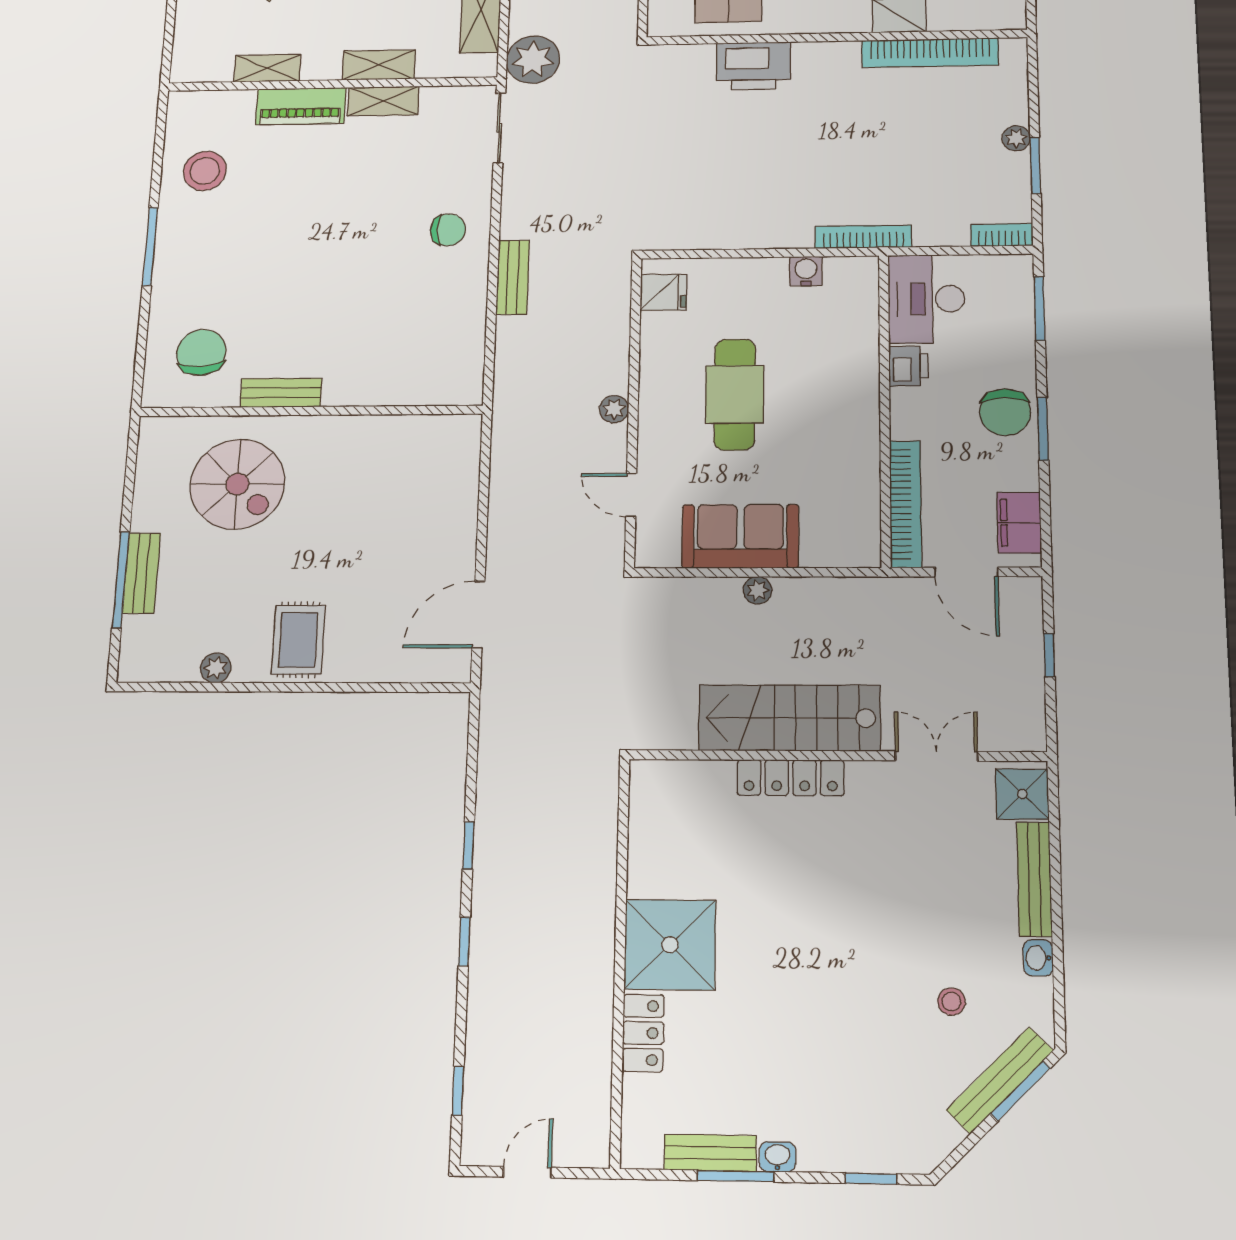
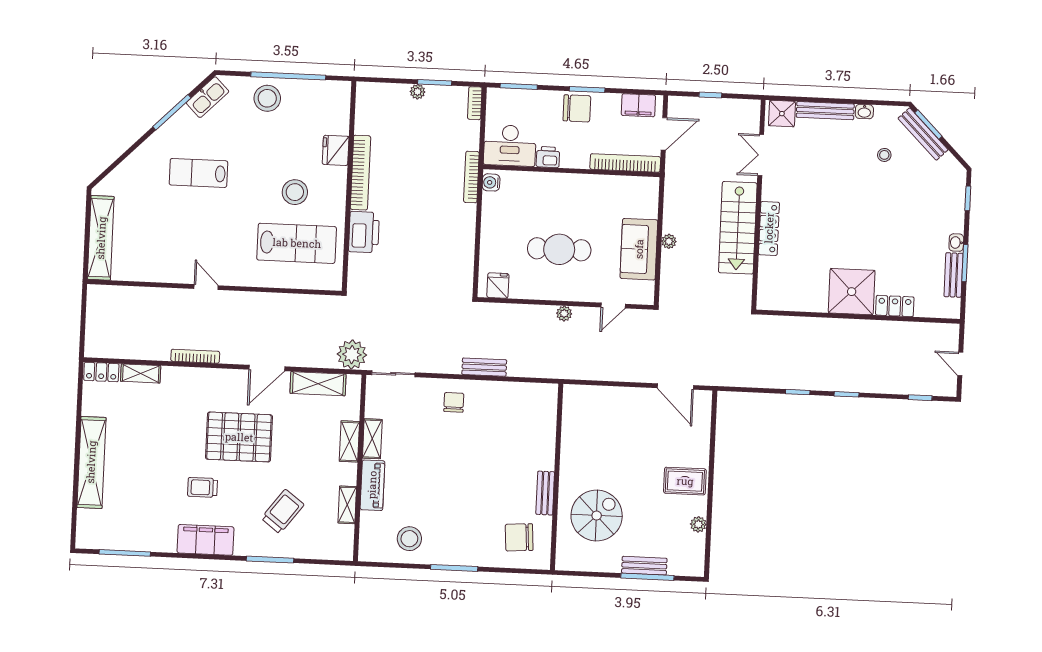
bookcase: (930, 53) -> (360, 173), moved
water cooler: (806, 271) -> (491, 182), moved

